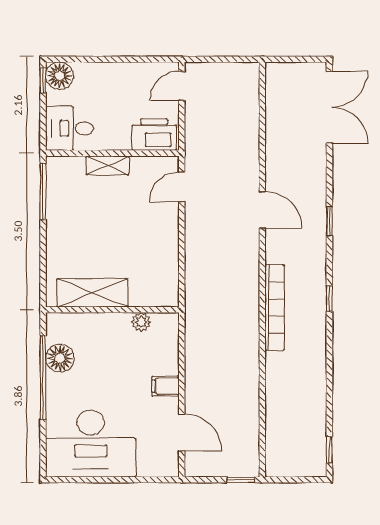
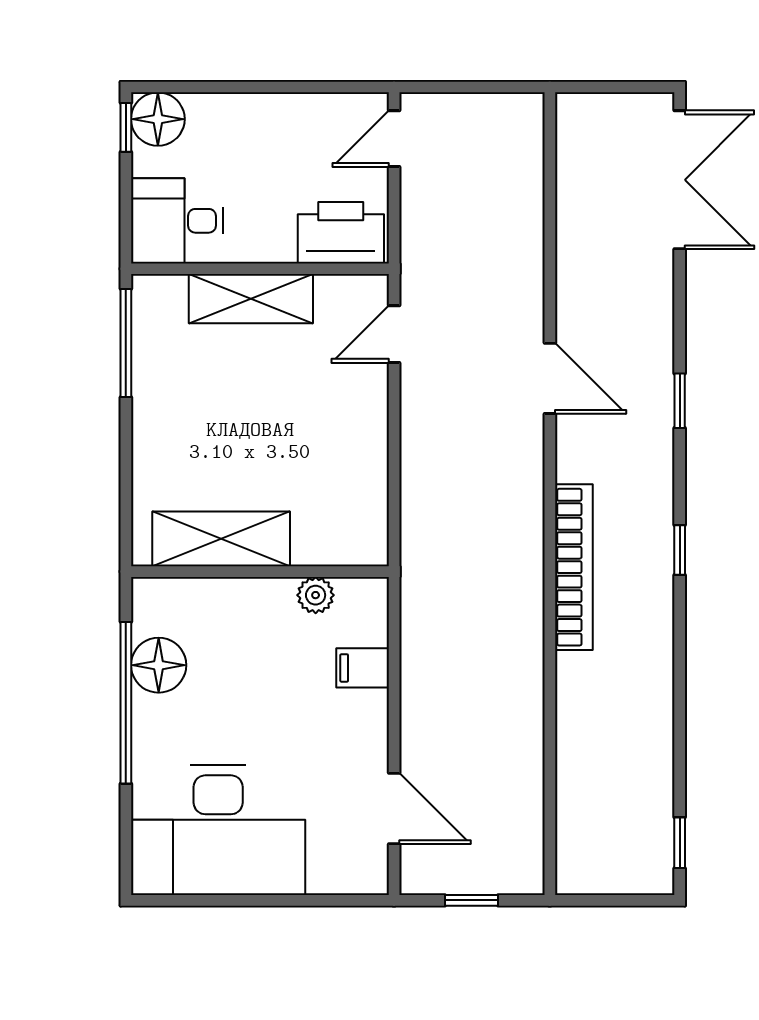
shelving: (108, 165) -> (251, 299), width x1.50, depth x1.33
filing cabinet: (165, 386) -> (363, 668), moved
window: (241, 480) -> (472, 900), moved

